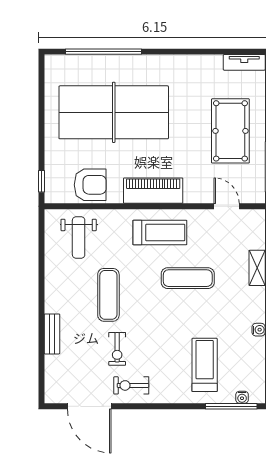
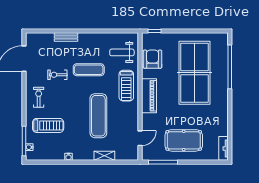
armchair: (90, 185) -> (152, 59), turned 180
treadmill: (160, 233) -> (126, 86), moved
exercise mat: (188, 278) -> (98, 116), width x1.36, depth x1.45
exercise bike: (131, 385) -> (39, 97), moved

